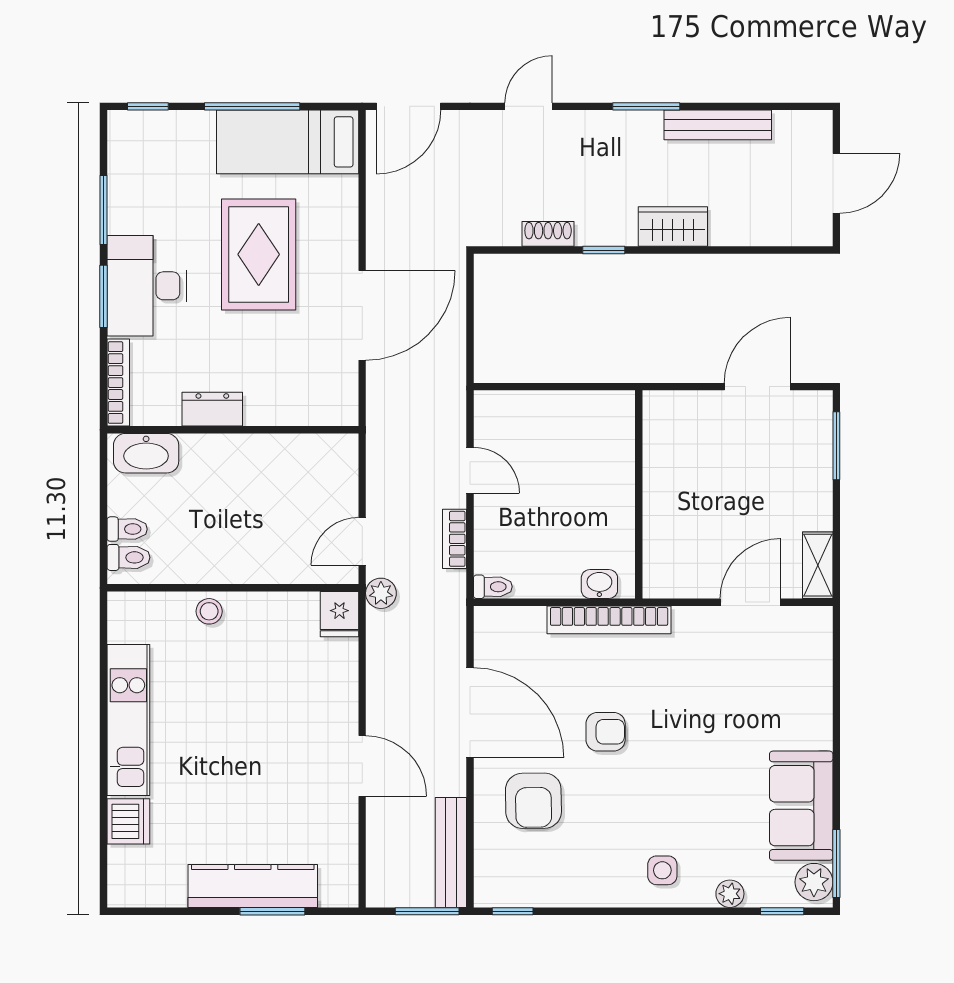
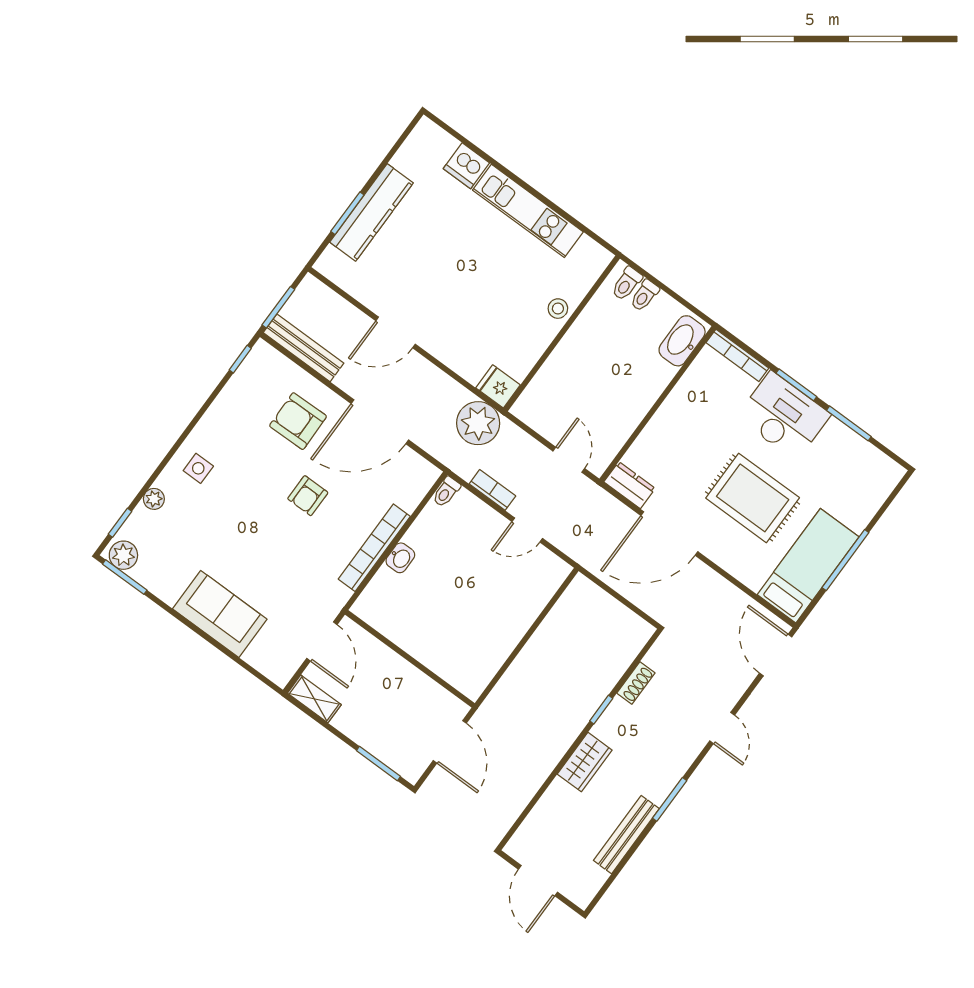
window: (148, 106) -> (892, 497), removed
door: (362, 315) -> (669, 534), hinge flipped
dresser: (212, 409) -> (630, 485), moved, turned -90
wall: (639, 494) -> (410, 659), moved
door: (362, 541) -> (569, 460), moved
plant: (381, 593) -> (478, 423), width x1.88, depth x1.88
sofa: (801, 806) -> (220, 614), moved

